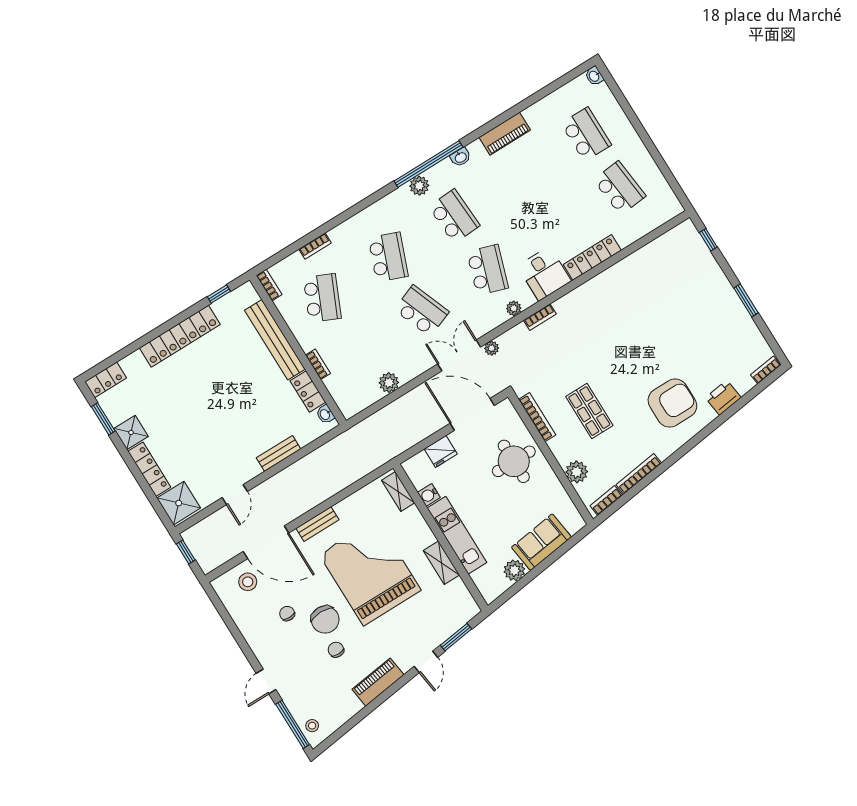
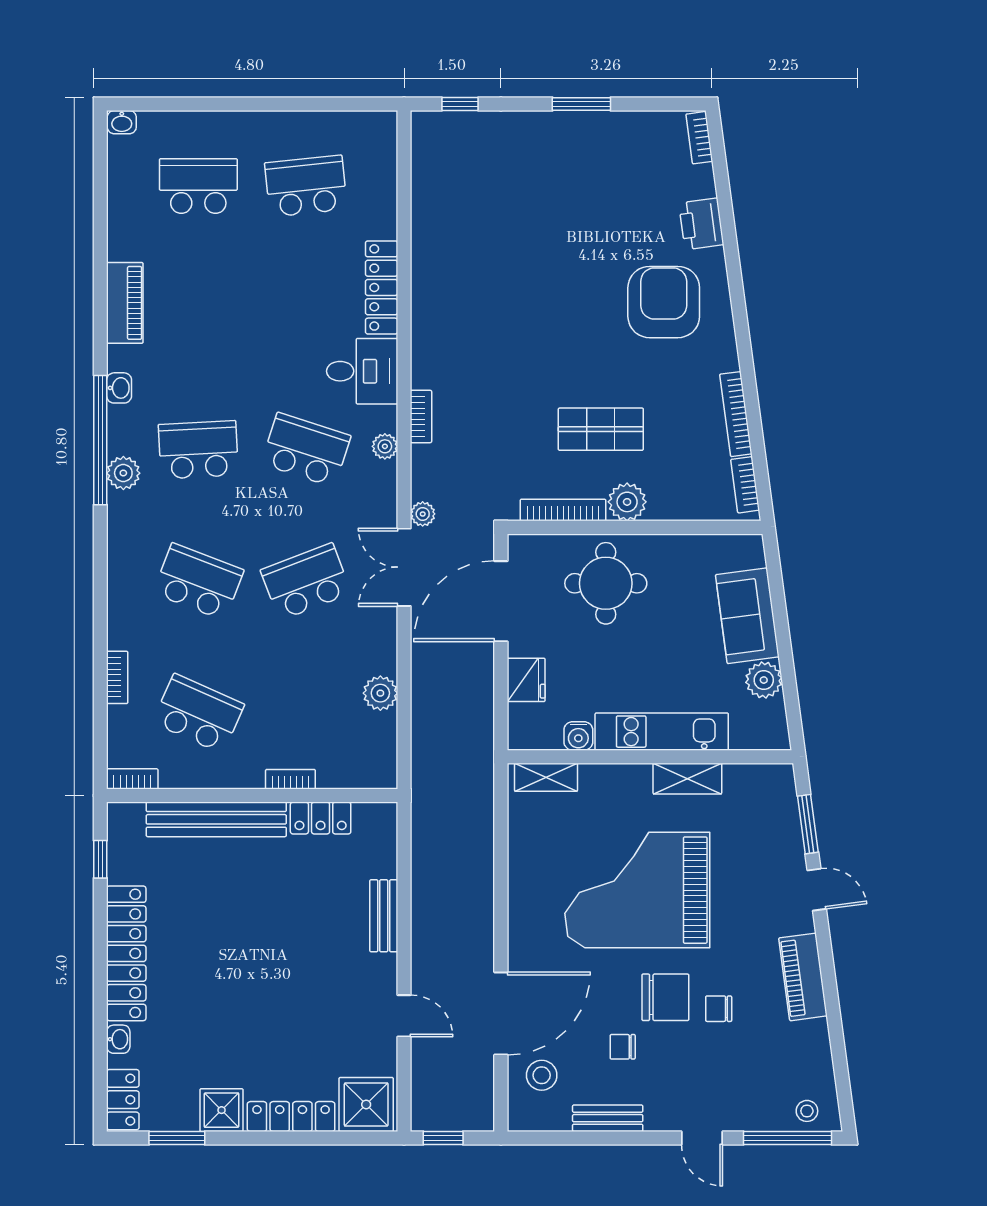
washbasin: (325, 414) -> (118, 1039), moved, turned -90
plant: (577, 472) -> (627, 502), moved
bench: (318, 524) -> (608, 1118), moved, turned 90

